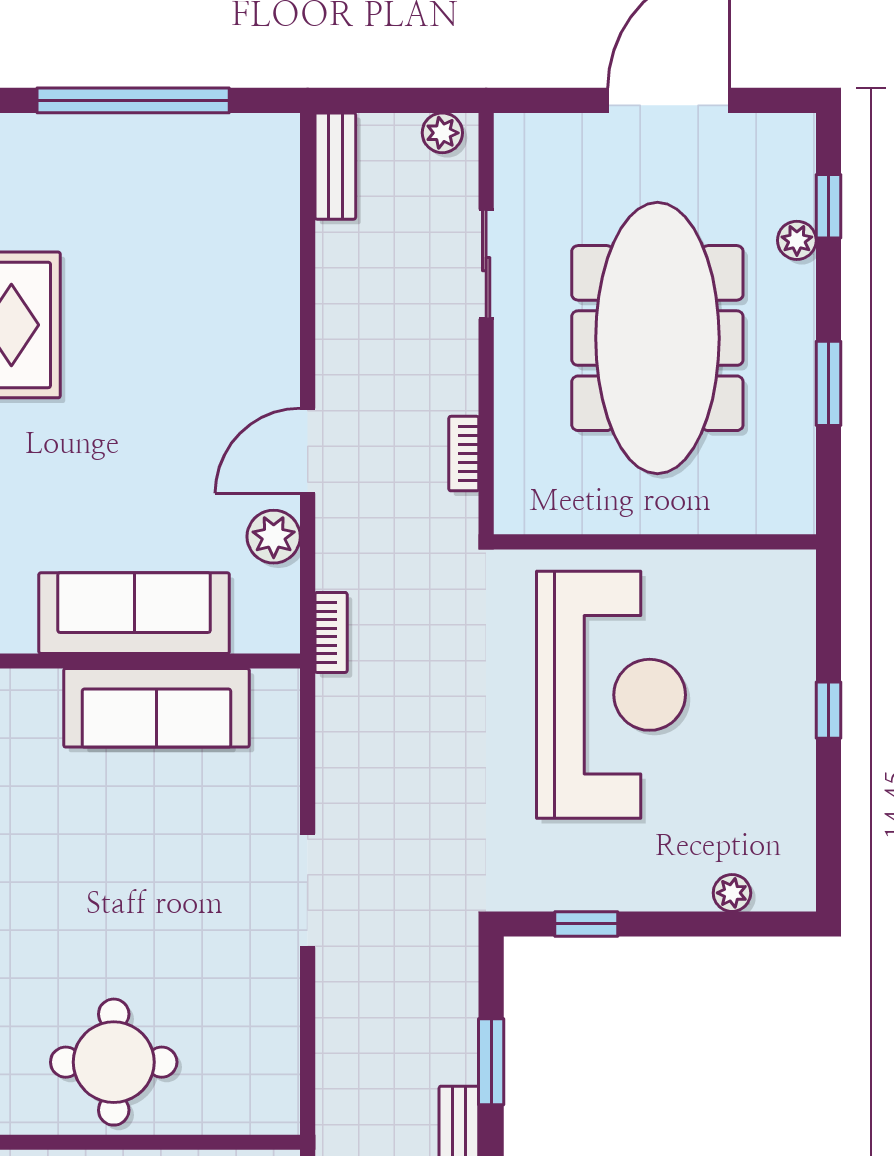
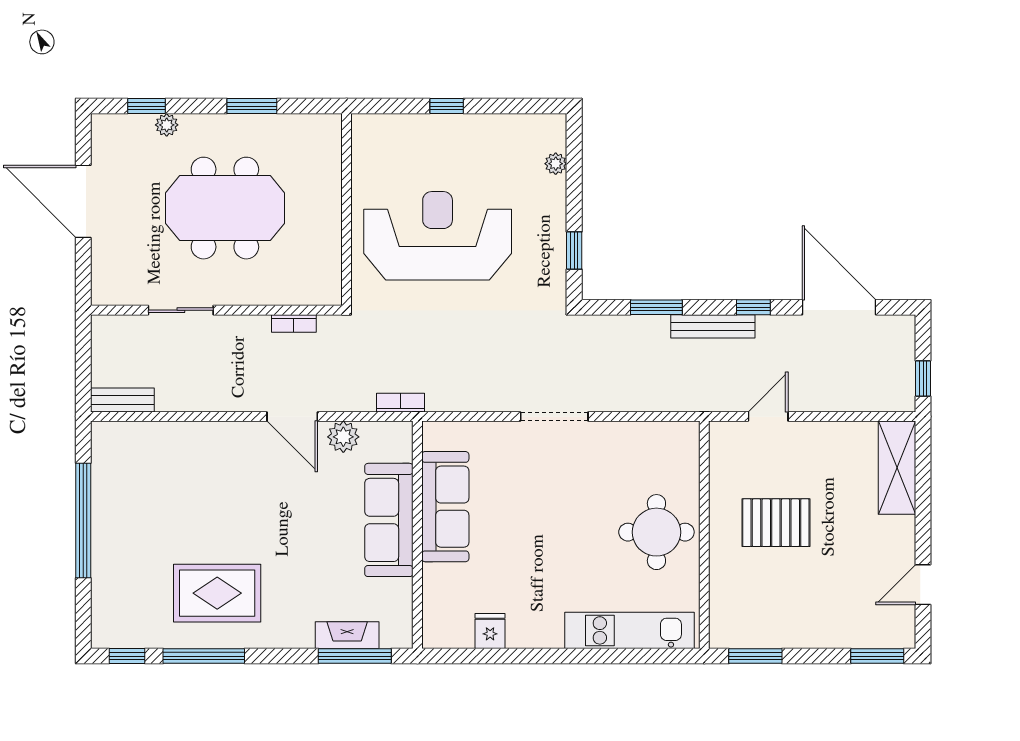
plant: (442, 133) -> (103, 336), removed
meeting table: (657, 338) -> (225, 208), width x0.73

